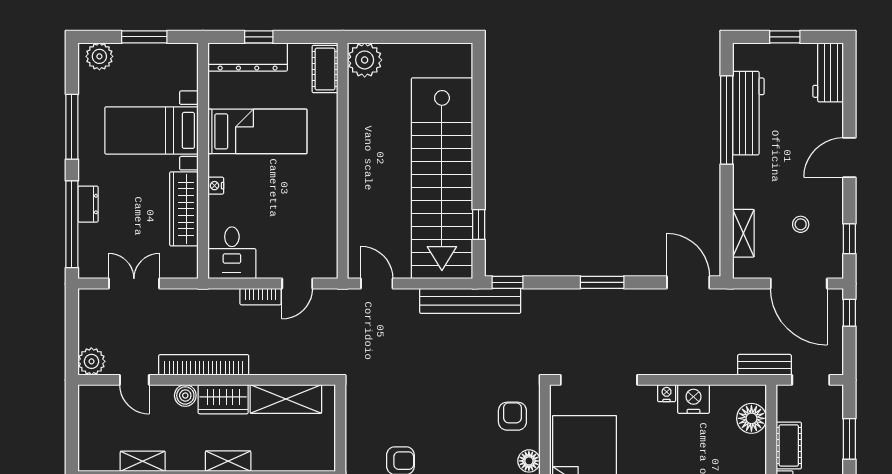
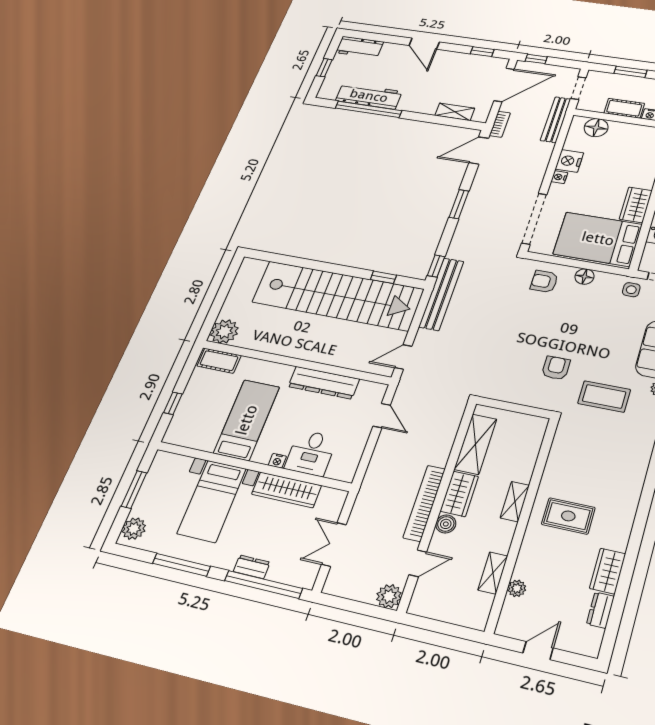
dresser: (248, 57) -> (324, 383), moved, turned 90
stool: (801, 224) -> (461, 78), removed
desk: (232, 253) -> (311, 453), moved, turned 90
bookcase: (260, 297) -> (500, 124), moved
bench: (764, 365) -> (556, 120), width x1.36

